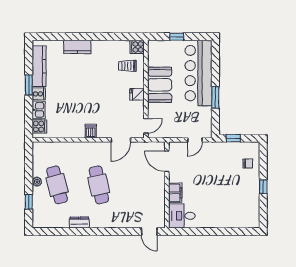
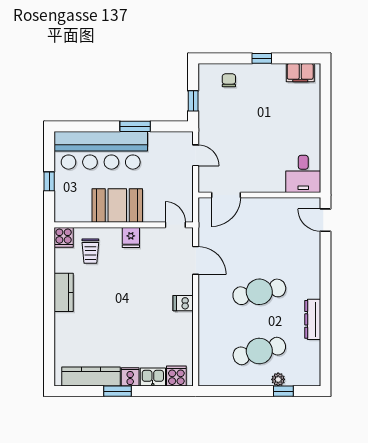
kitchen counter: (77, 47) -> (64, 292), moved
plant: (37, 182) -> (278, 379), moved
filing cabinet: (175, 193) -> (300, 73), moved, turned 180
dresser: (79, 222) -> (313, 319), width x1.44
door: (149, 232) -> (326, 220), swing flipped

